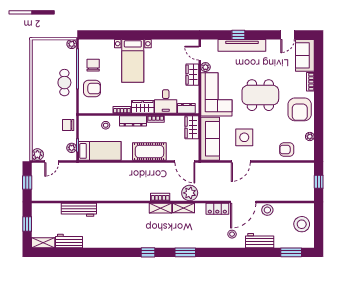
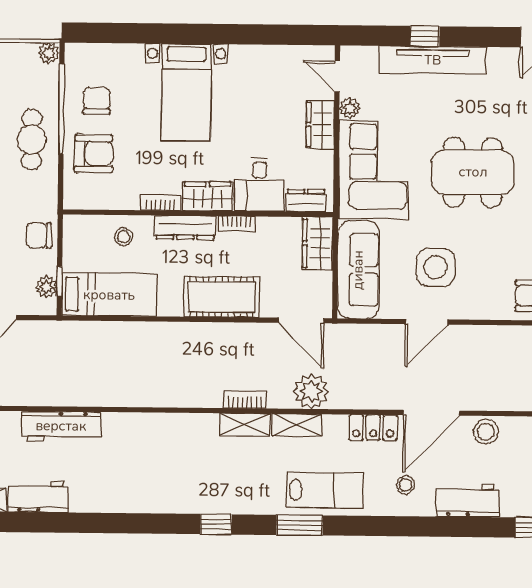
lab bench: (196, 237) -> (325, 490), added

